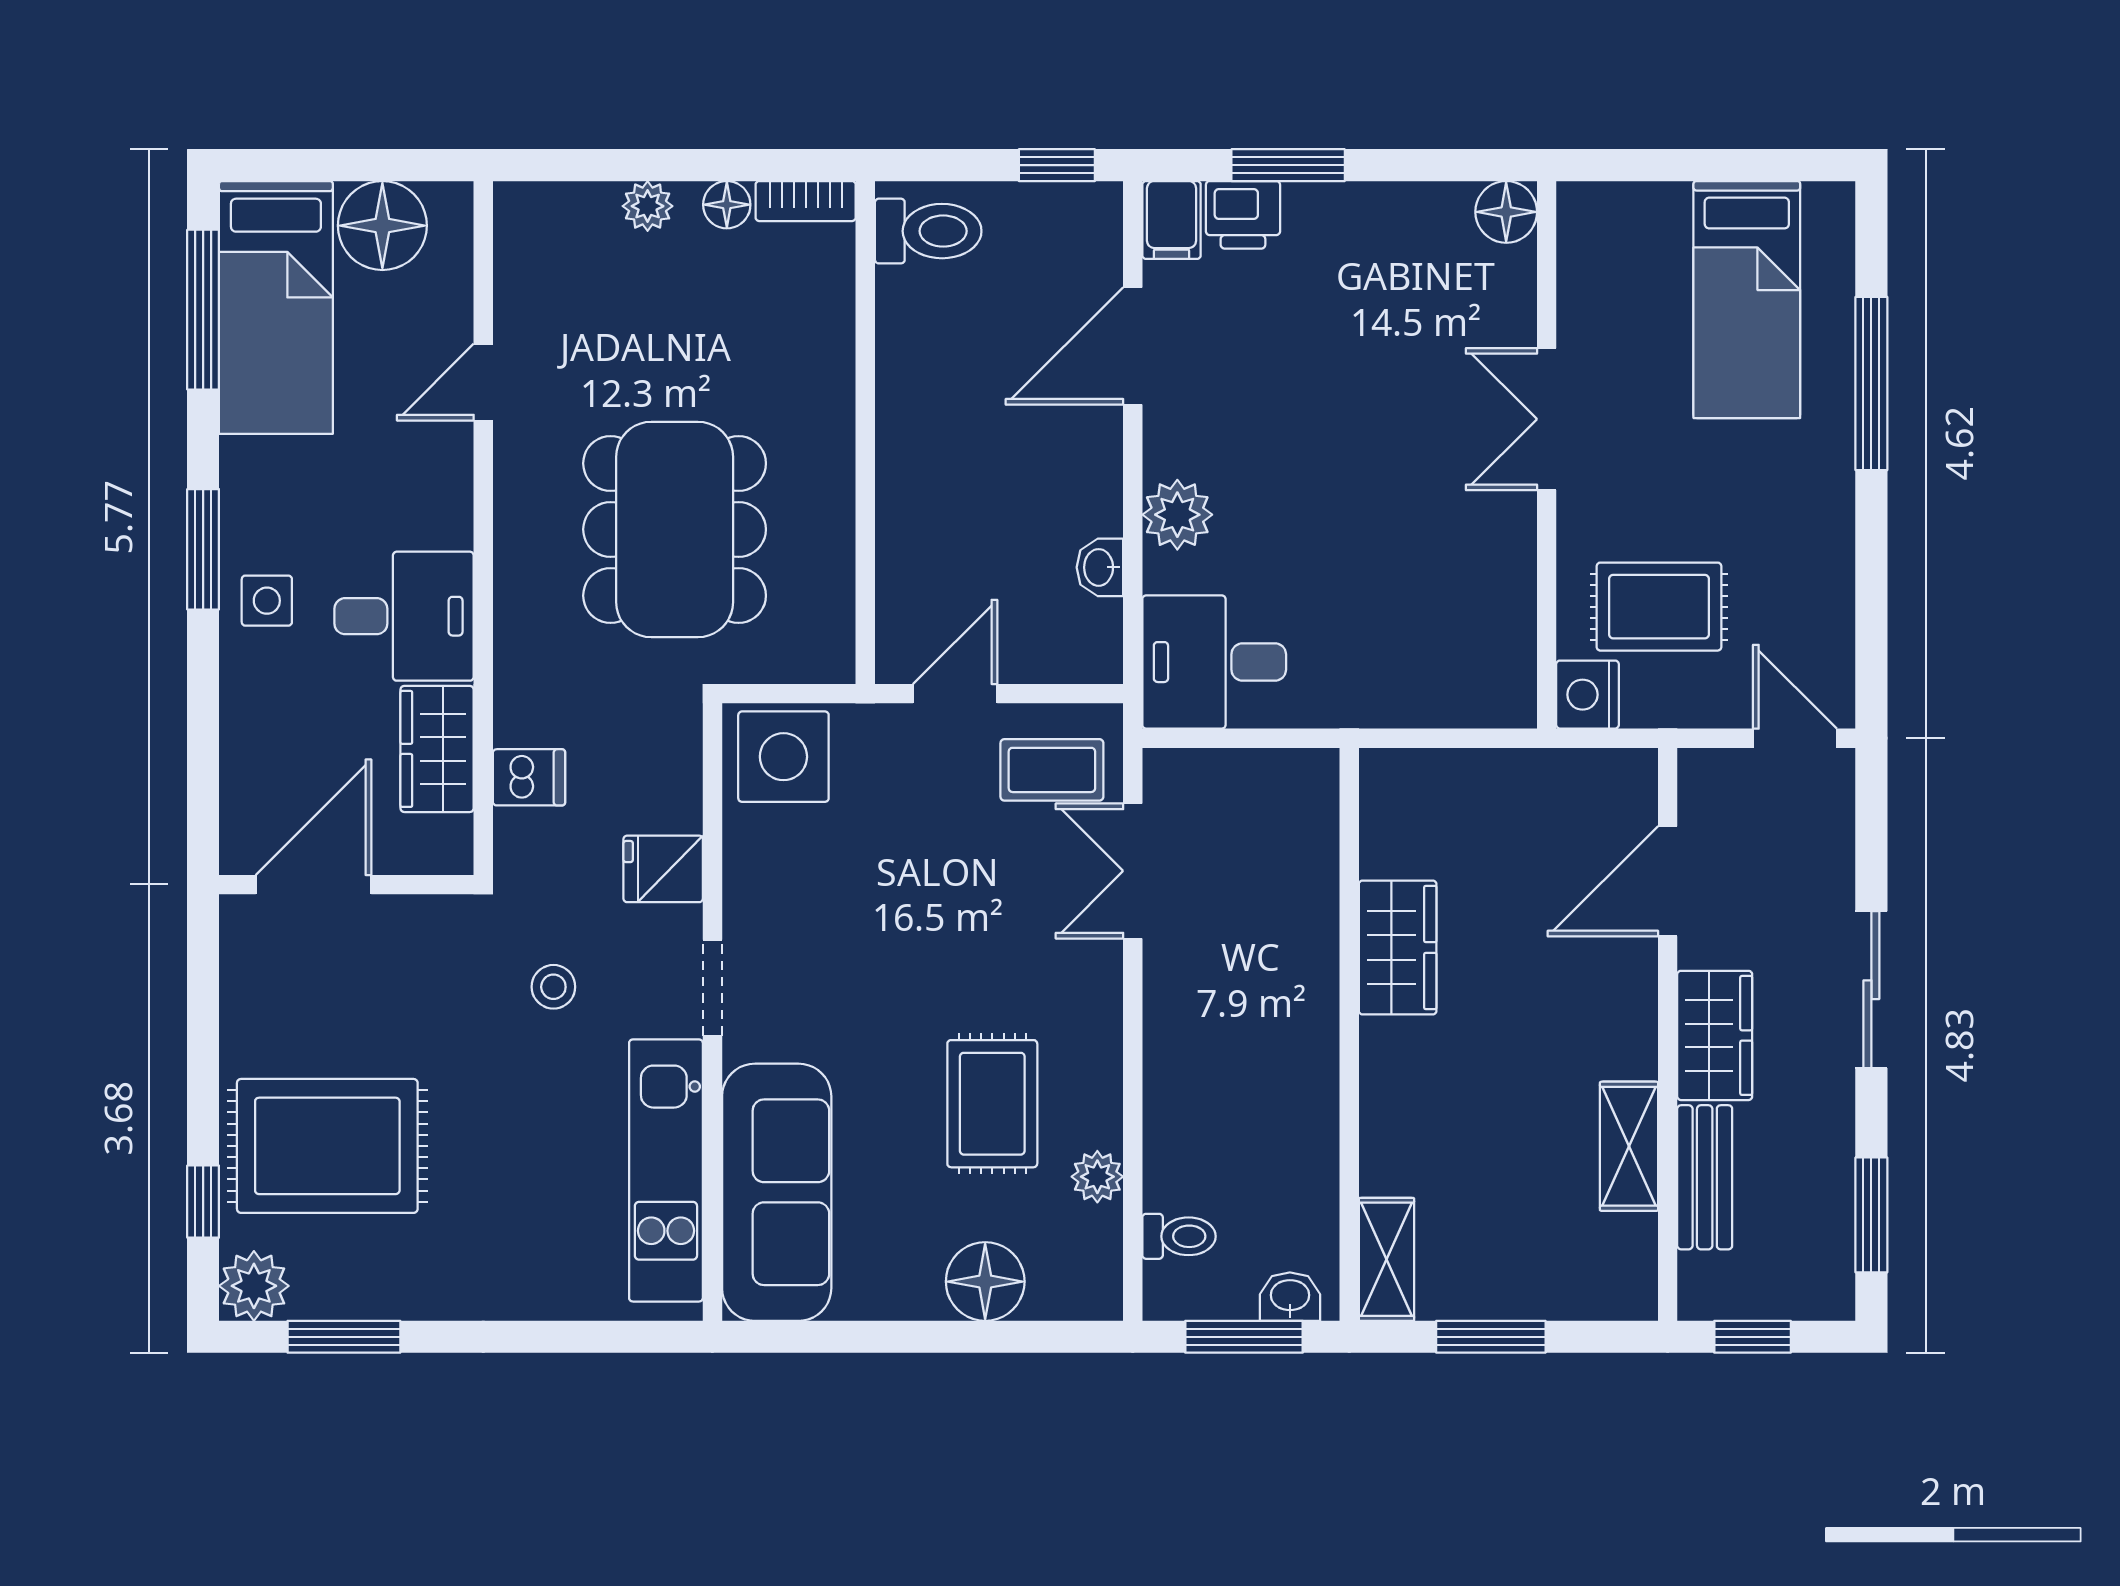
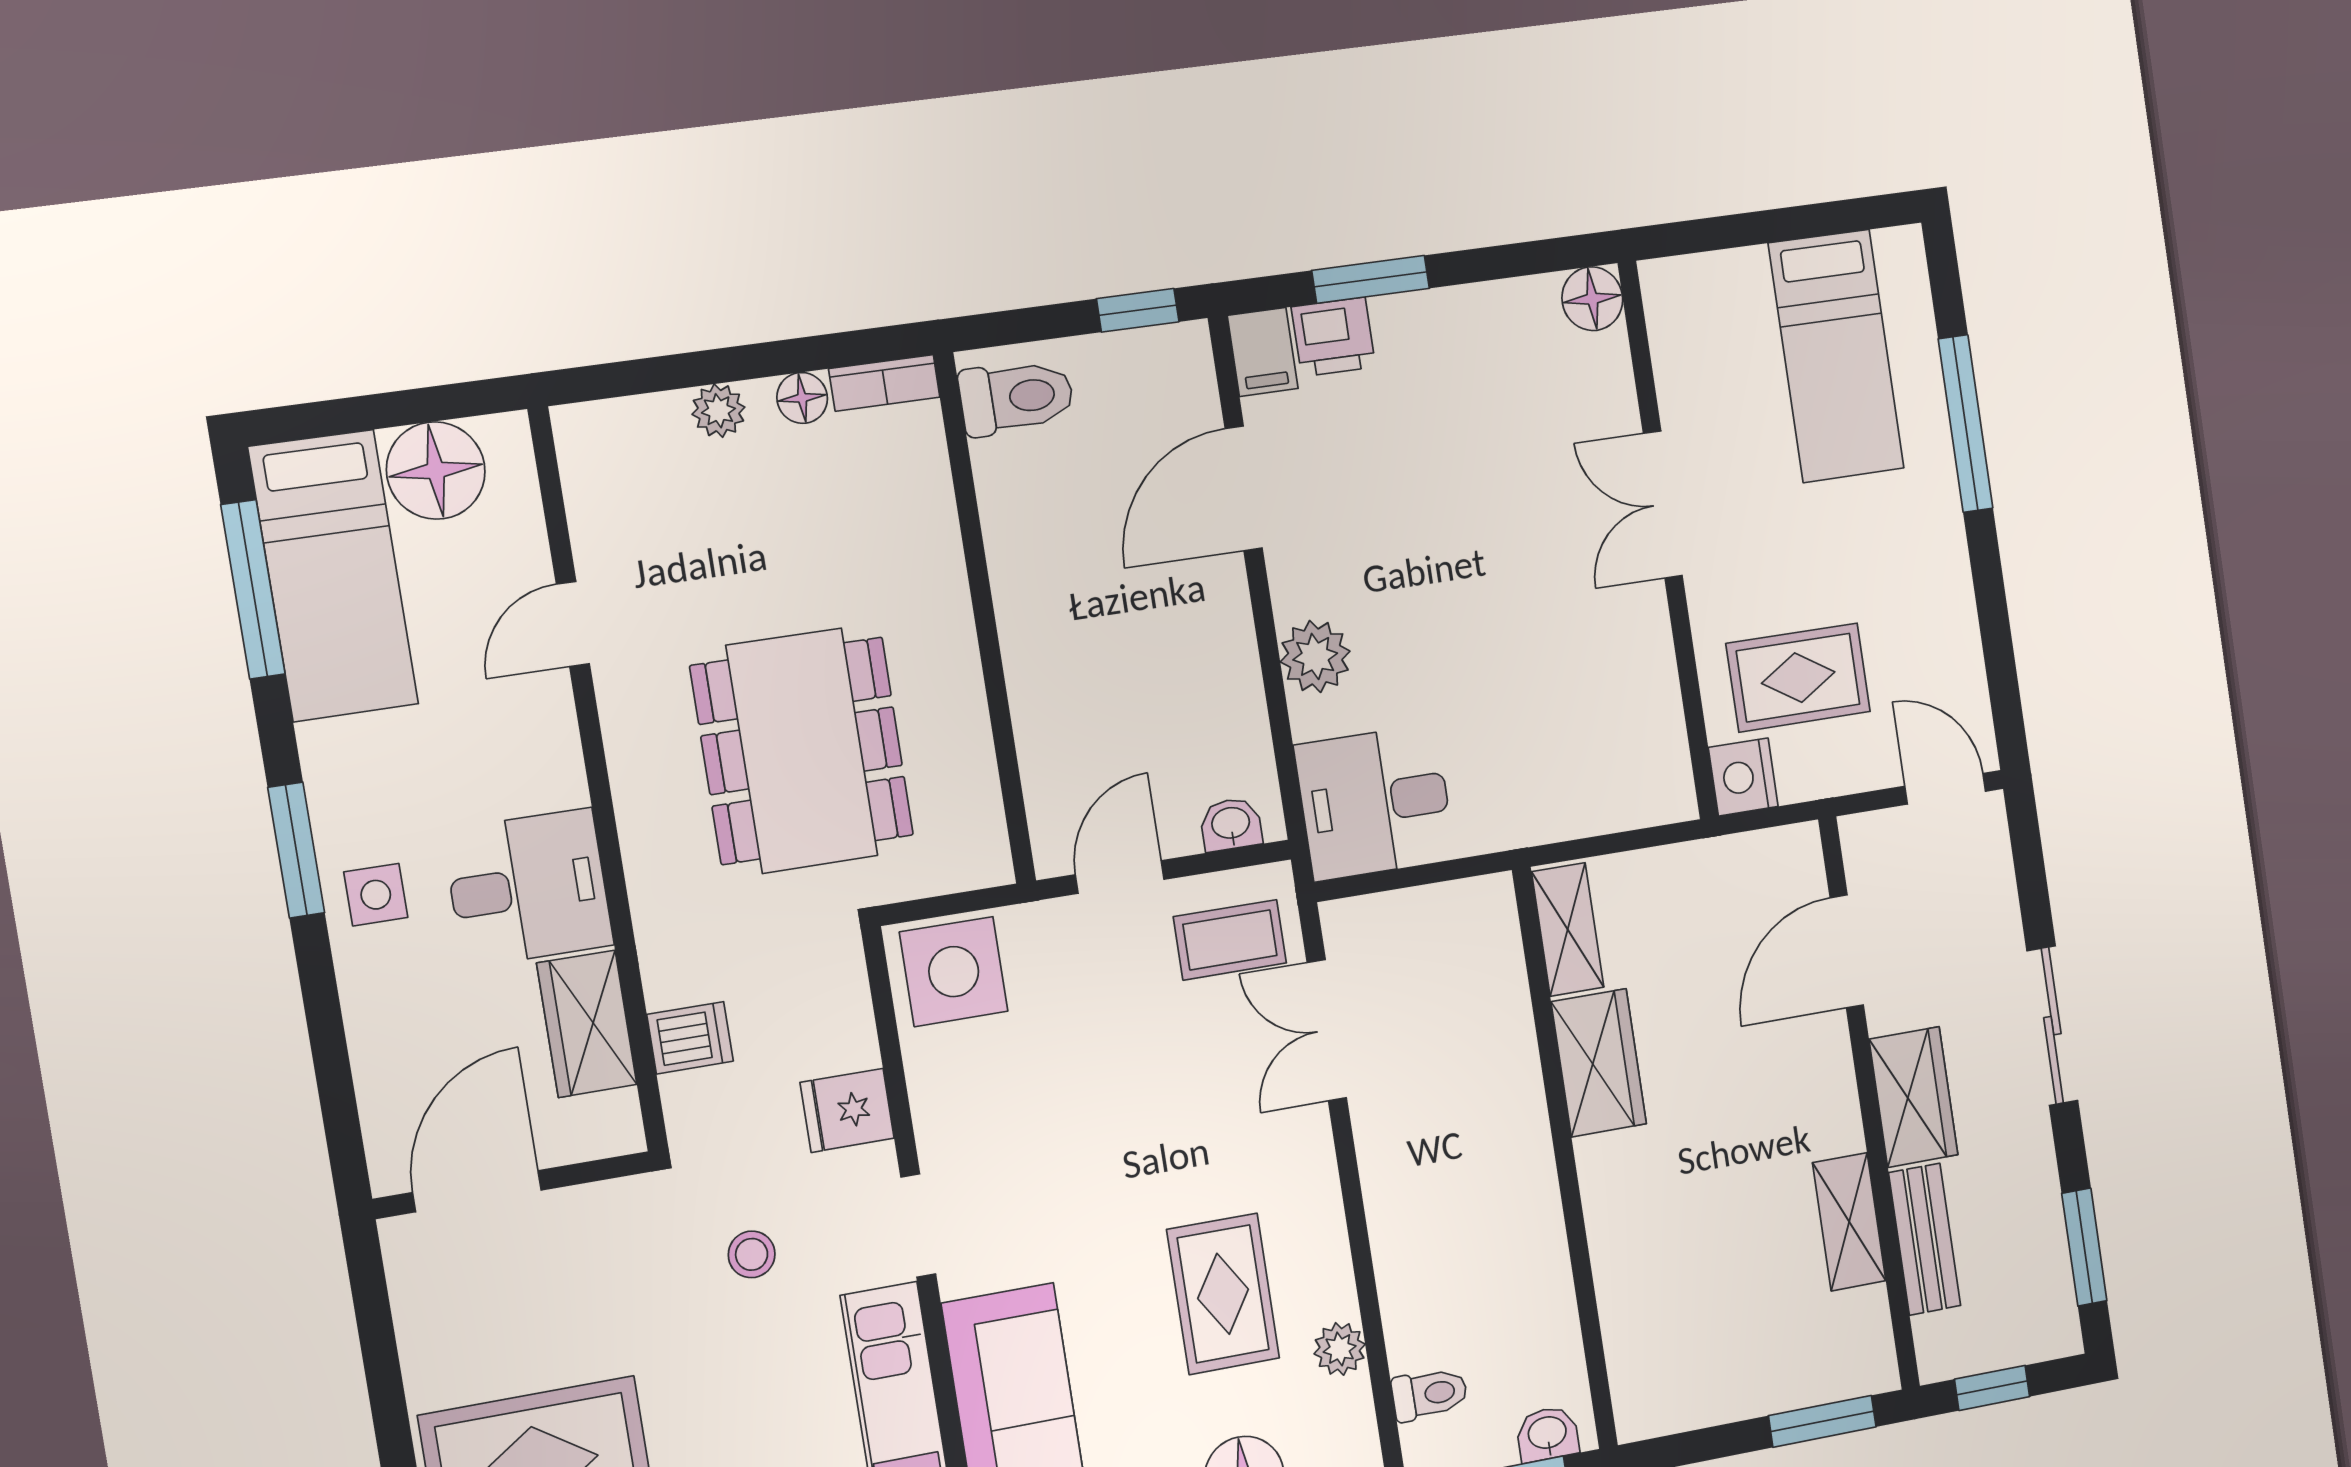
washbasin: (1100, 567) -> (1231, 824), moved, turned 90
shelving: (1386, 1259) -> (1568, 930), moved
window: (1491, 1337) -> (1822, 1421), moved

